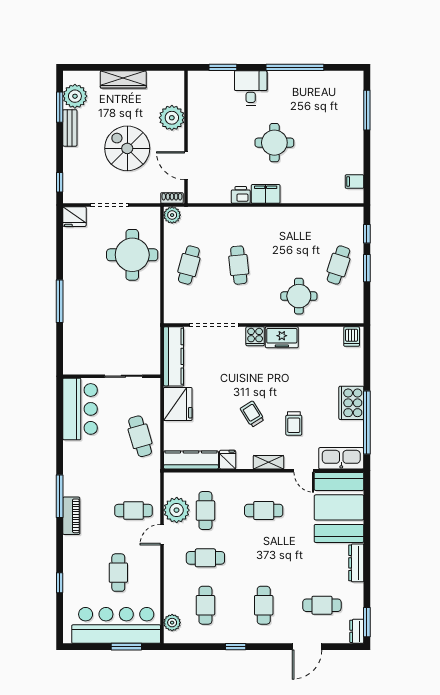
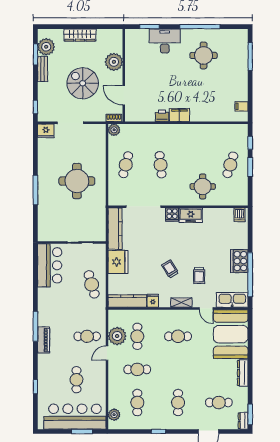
desk: (251, 88) -> (165, 41), width x1.37
round table: (274, 143) -> (204, 55), moved
round table: (132, 255) -> (77, 181), moved

